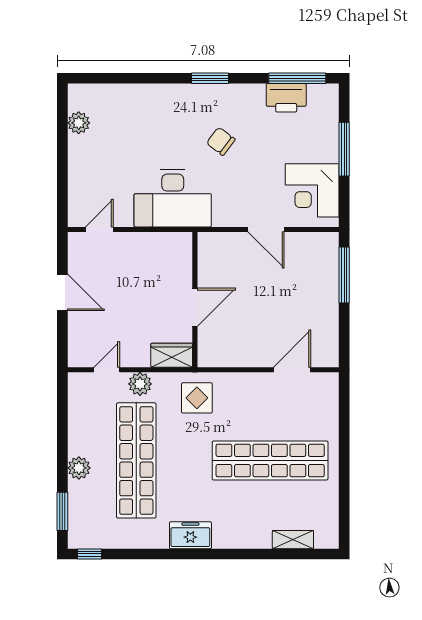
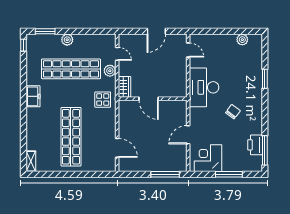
window: (210, 78) -> (265, 79), moved
shelving: (293, 540) -> (31, 161), moved

